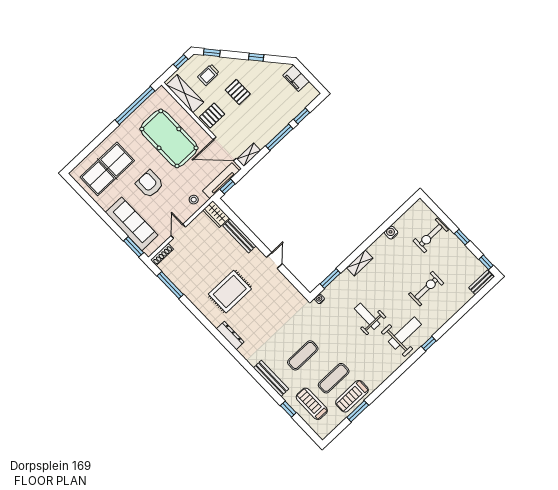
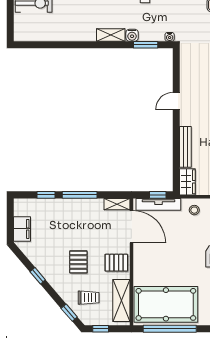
pool table: (169, 138) -> (166, 304), moved, turned 90
water cooler: (391, 233) -> (132, 35), moved

